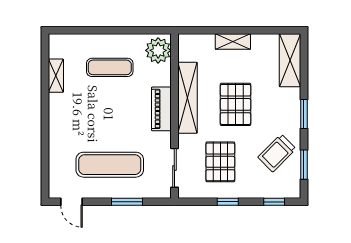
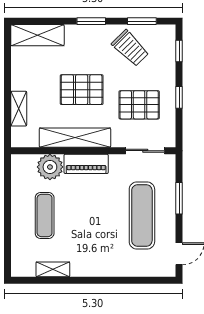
shelving: (233, 41) -> (19, 109), moved
plant: (158, 50) -> (50, 167), moved

